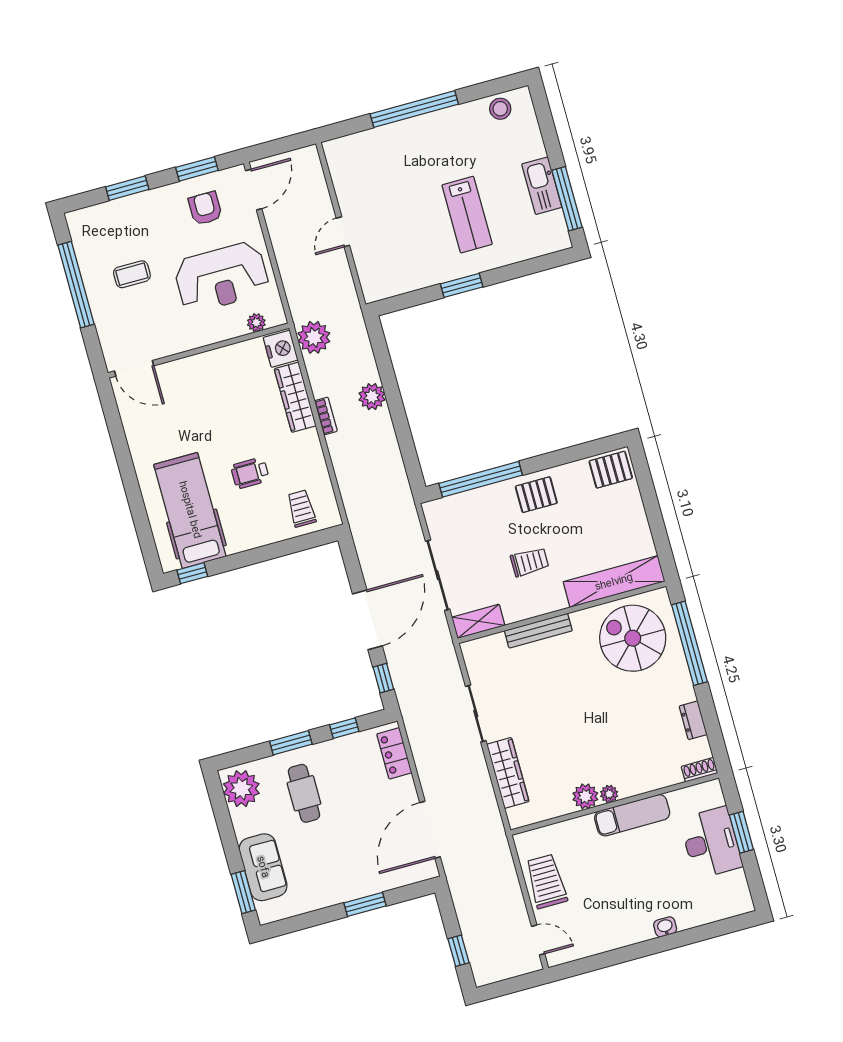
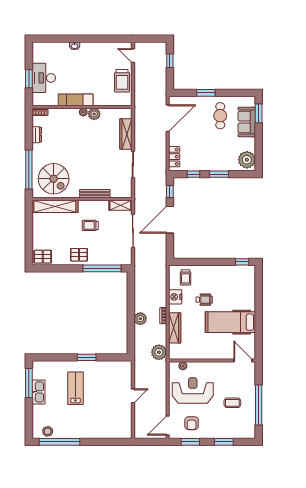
window: (414, 109) -> (59, 442), moved
nightstand: (281, 349) -> (175, 297), moved
hospital bed: (190, 510) -> (230, 322), moved, turned 90
cafe table: (304, 793) -> (220, 116), moved

